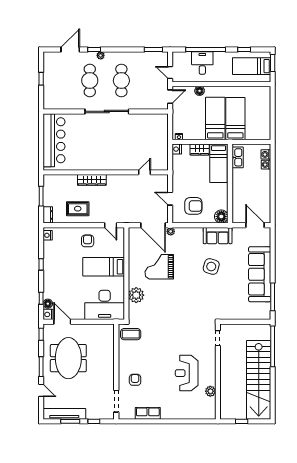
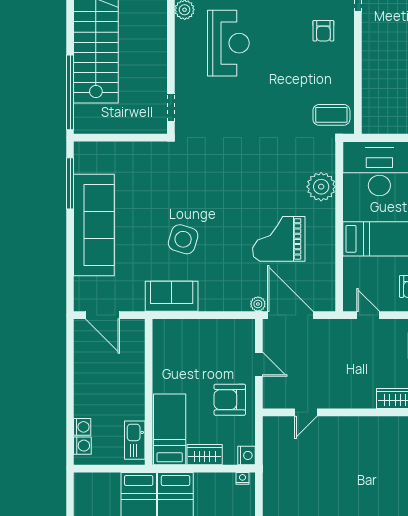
armchair: (193, 206) -> (230, 400), moved
floor lamp: (221, 217) -> (165, 331), removed
grand piano: (159, 267) -> (279, 239), turned 180

